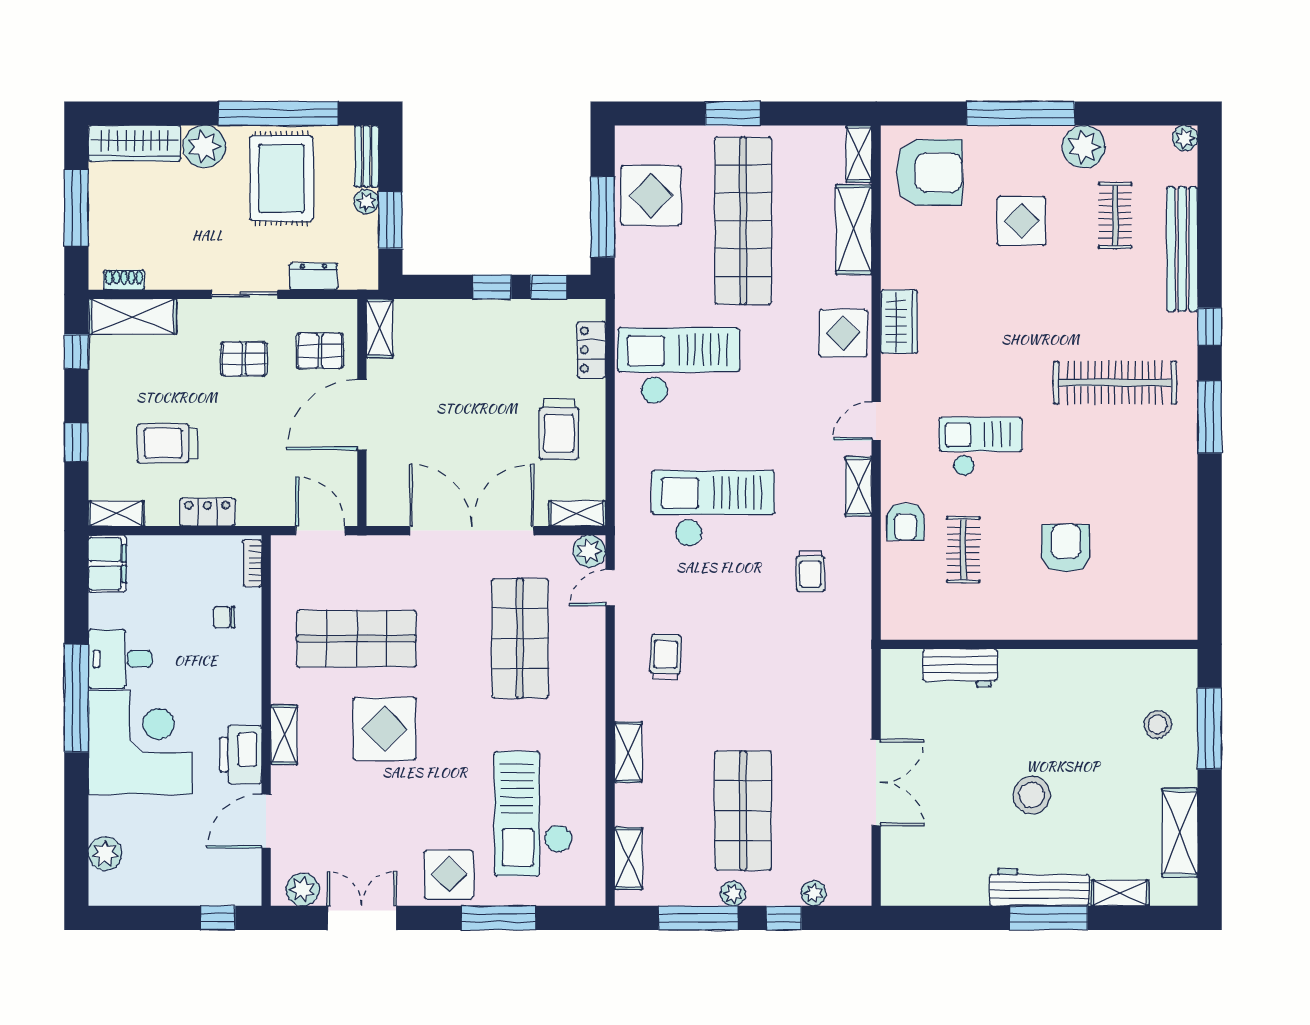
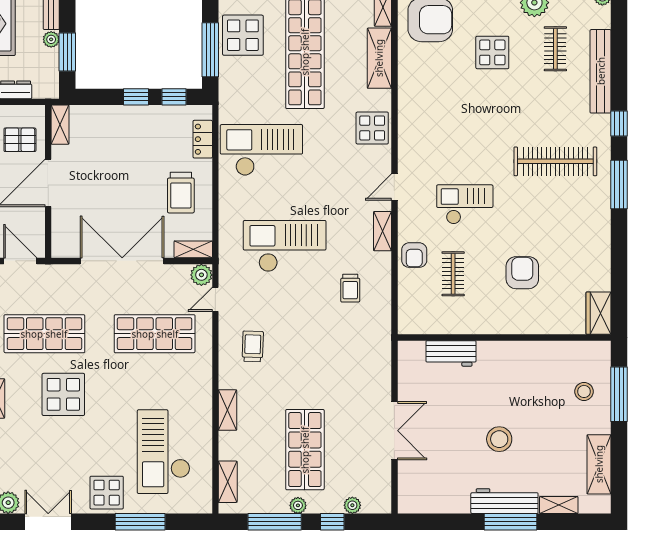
wardrobe: (899, 322) -> (599, 313), moved, turned 180
shop shelf: (520, 639) -> (155, 334), turned 90

